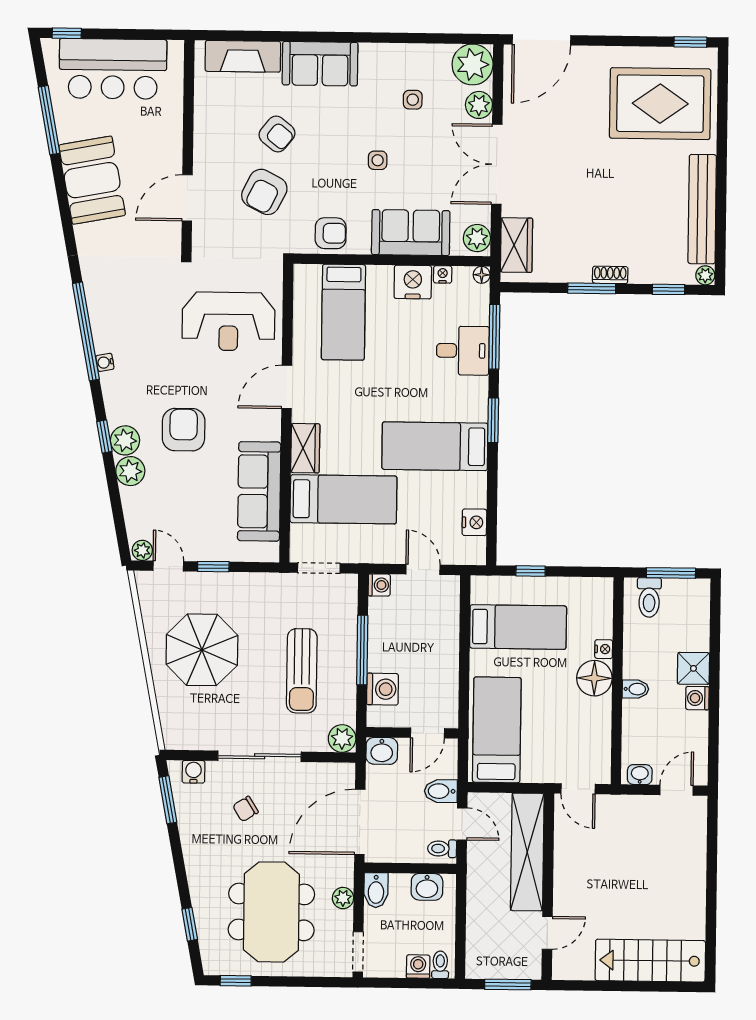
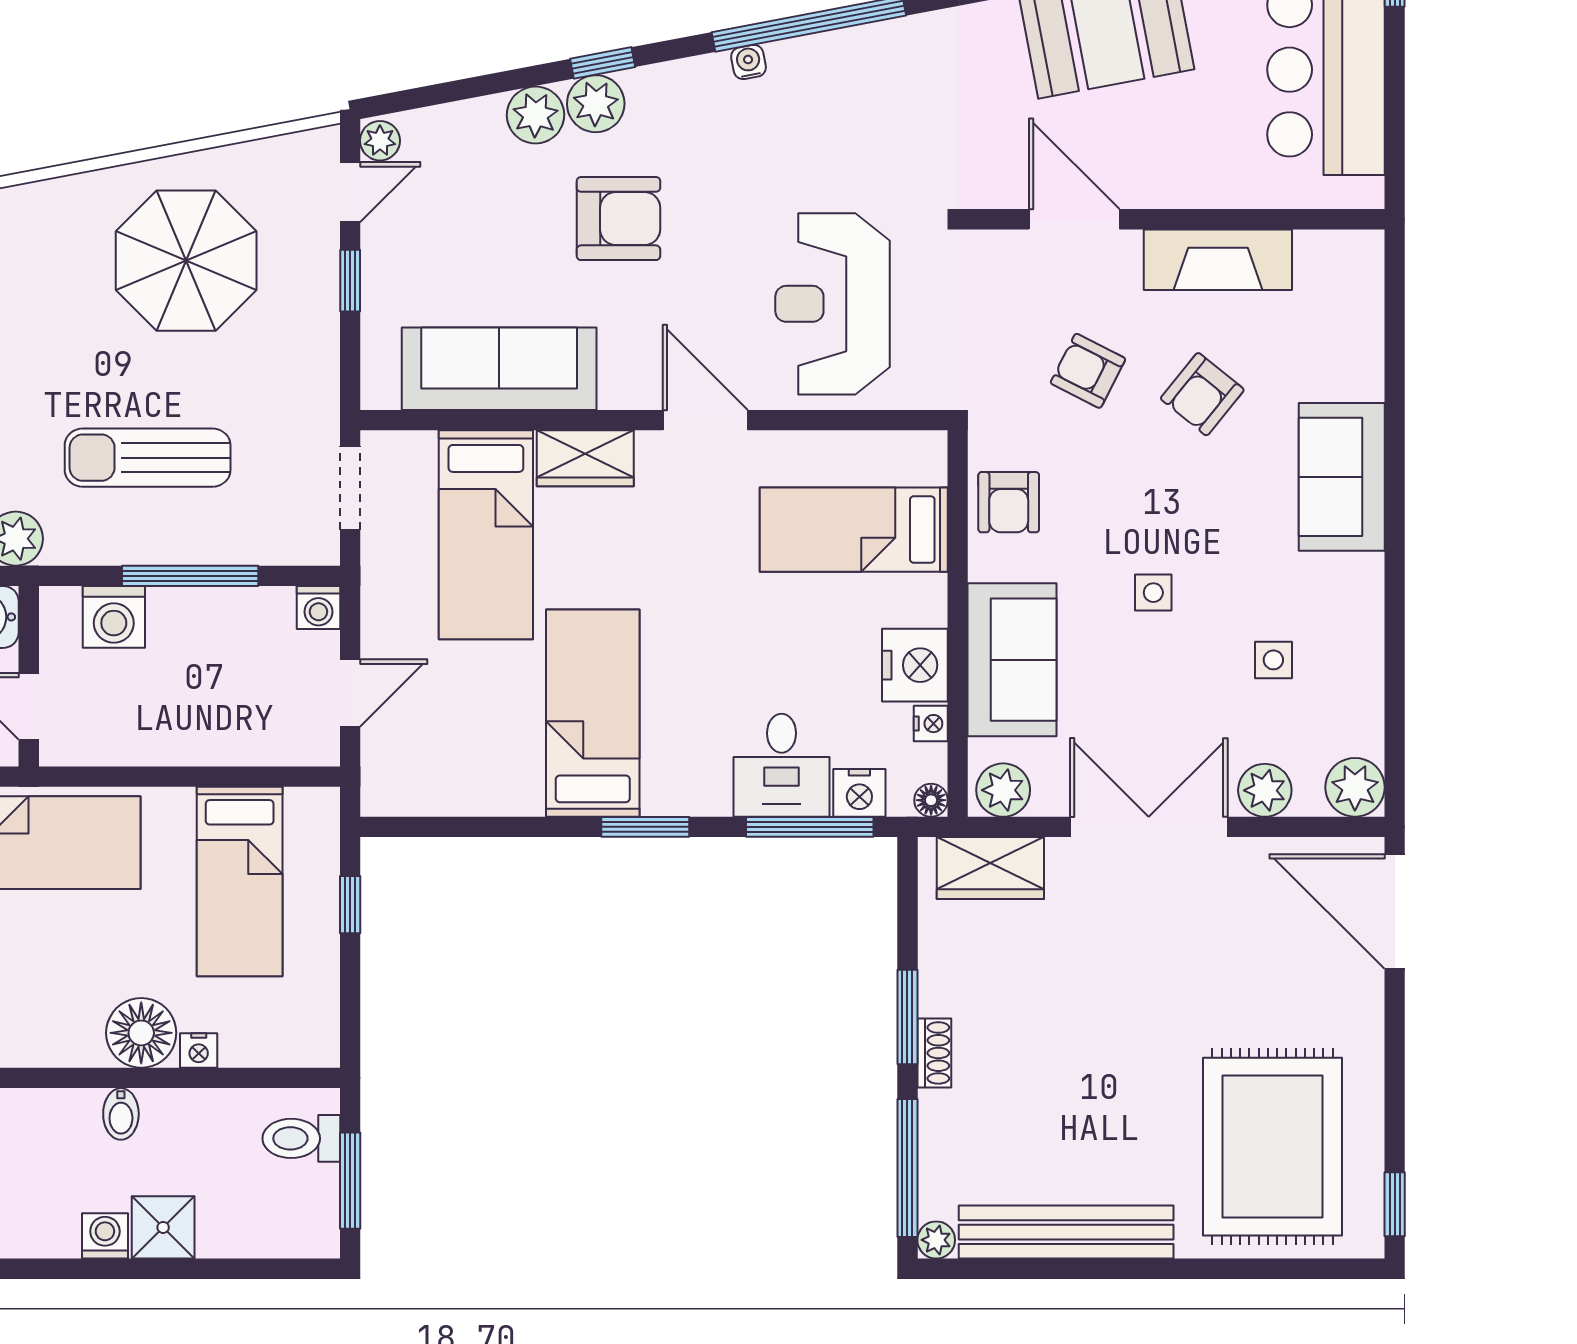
fireplace: (243, 56) -> (1218, 260), moved, turned -90
plant: (473, 64) -> (1355, 787), width x0.73, depth x0.73
armchair: (264, 192) -> (1088, 371), width x0.72, depth x0.72
window: (669, 289) -> (907, 1168), width x2.17
nightstand: (474, 522) -> (859, 793), moved

